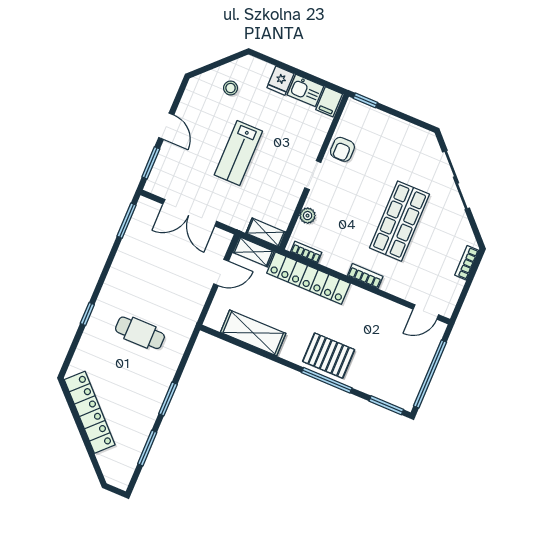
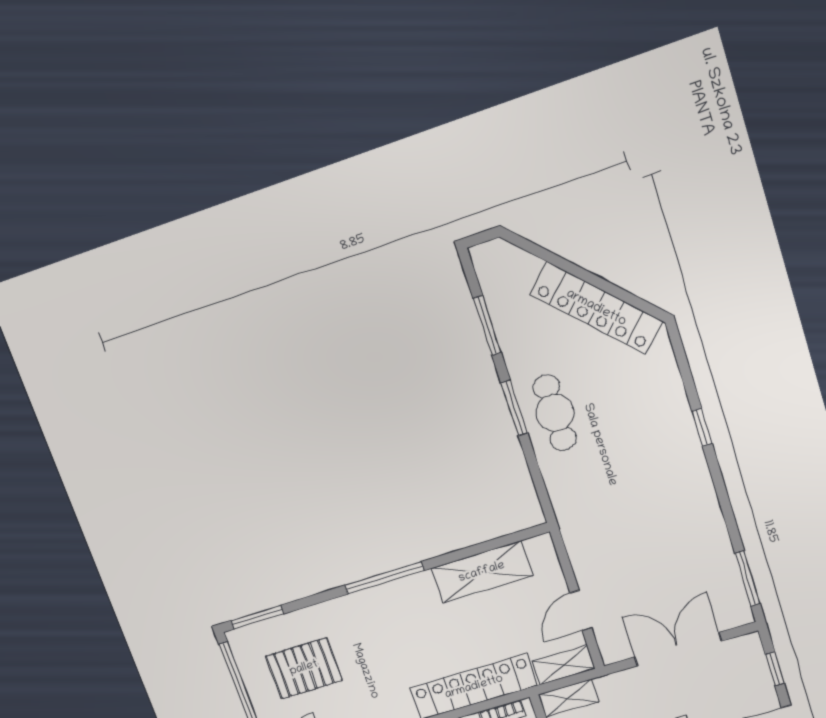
window: (151, 163) -> (775, 669), width x0.67
cafe table: (140, 333) -> (555, 413), moved, turned 90
pallet: (329, 356) -> (304, 668), moved
window: (327, 380) -> (384, 578), moved

